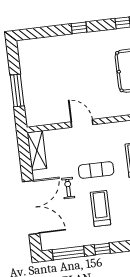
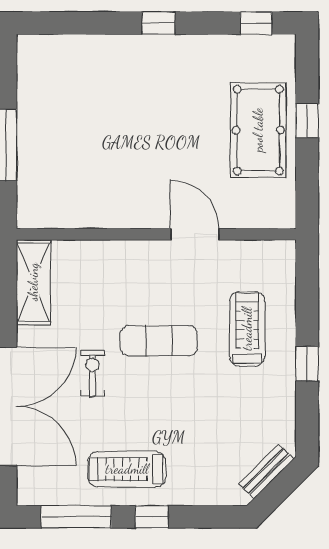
door: (82, 123) -> (195, 234), moved
treadmill: (100, 208) -> (127, 469), moved, turned -90

